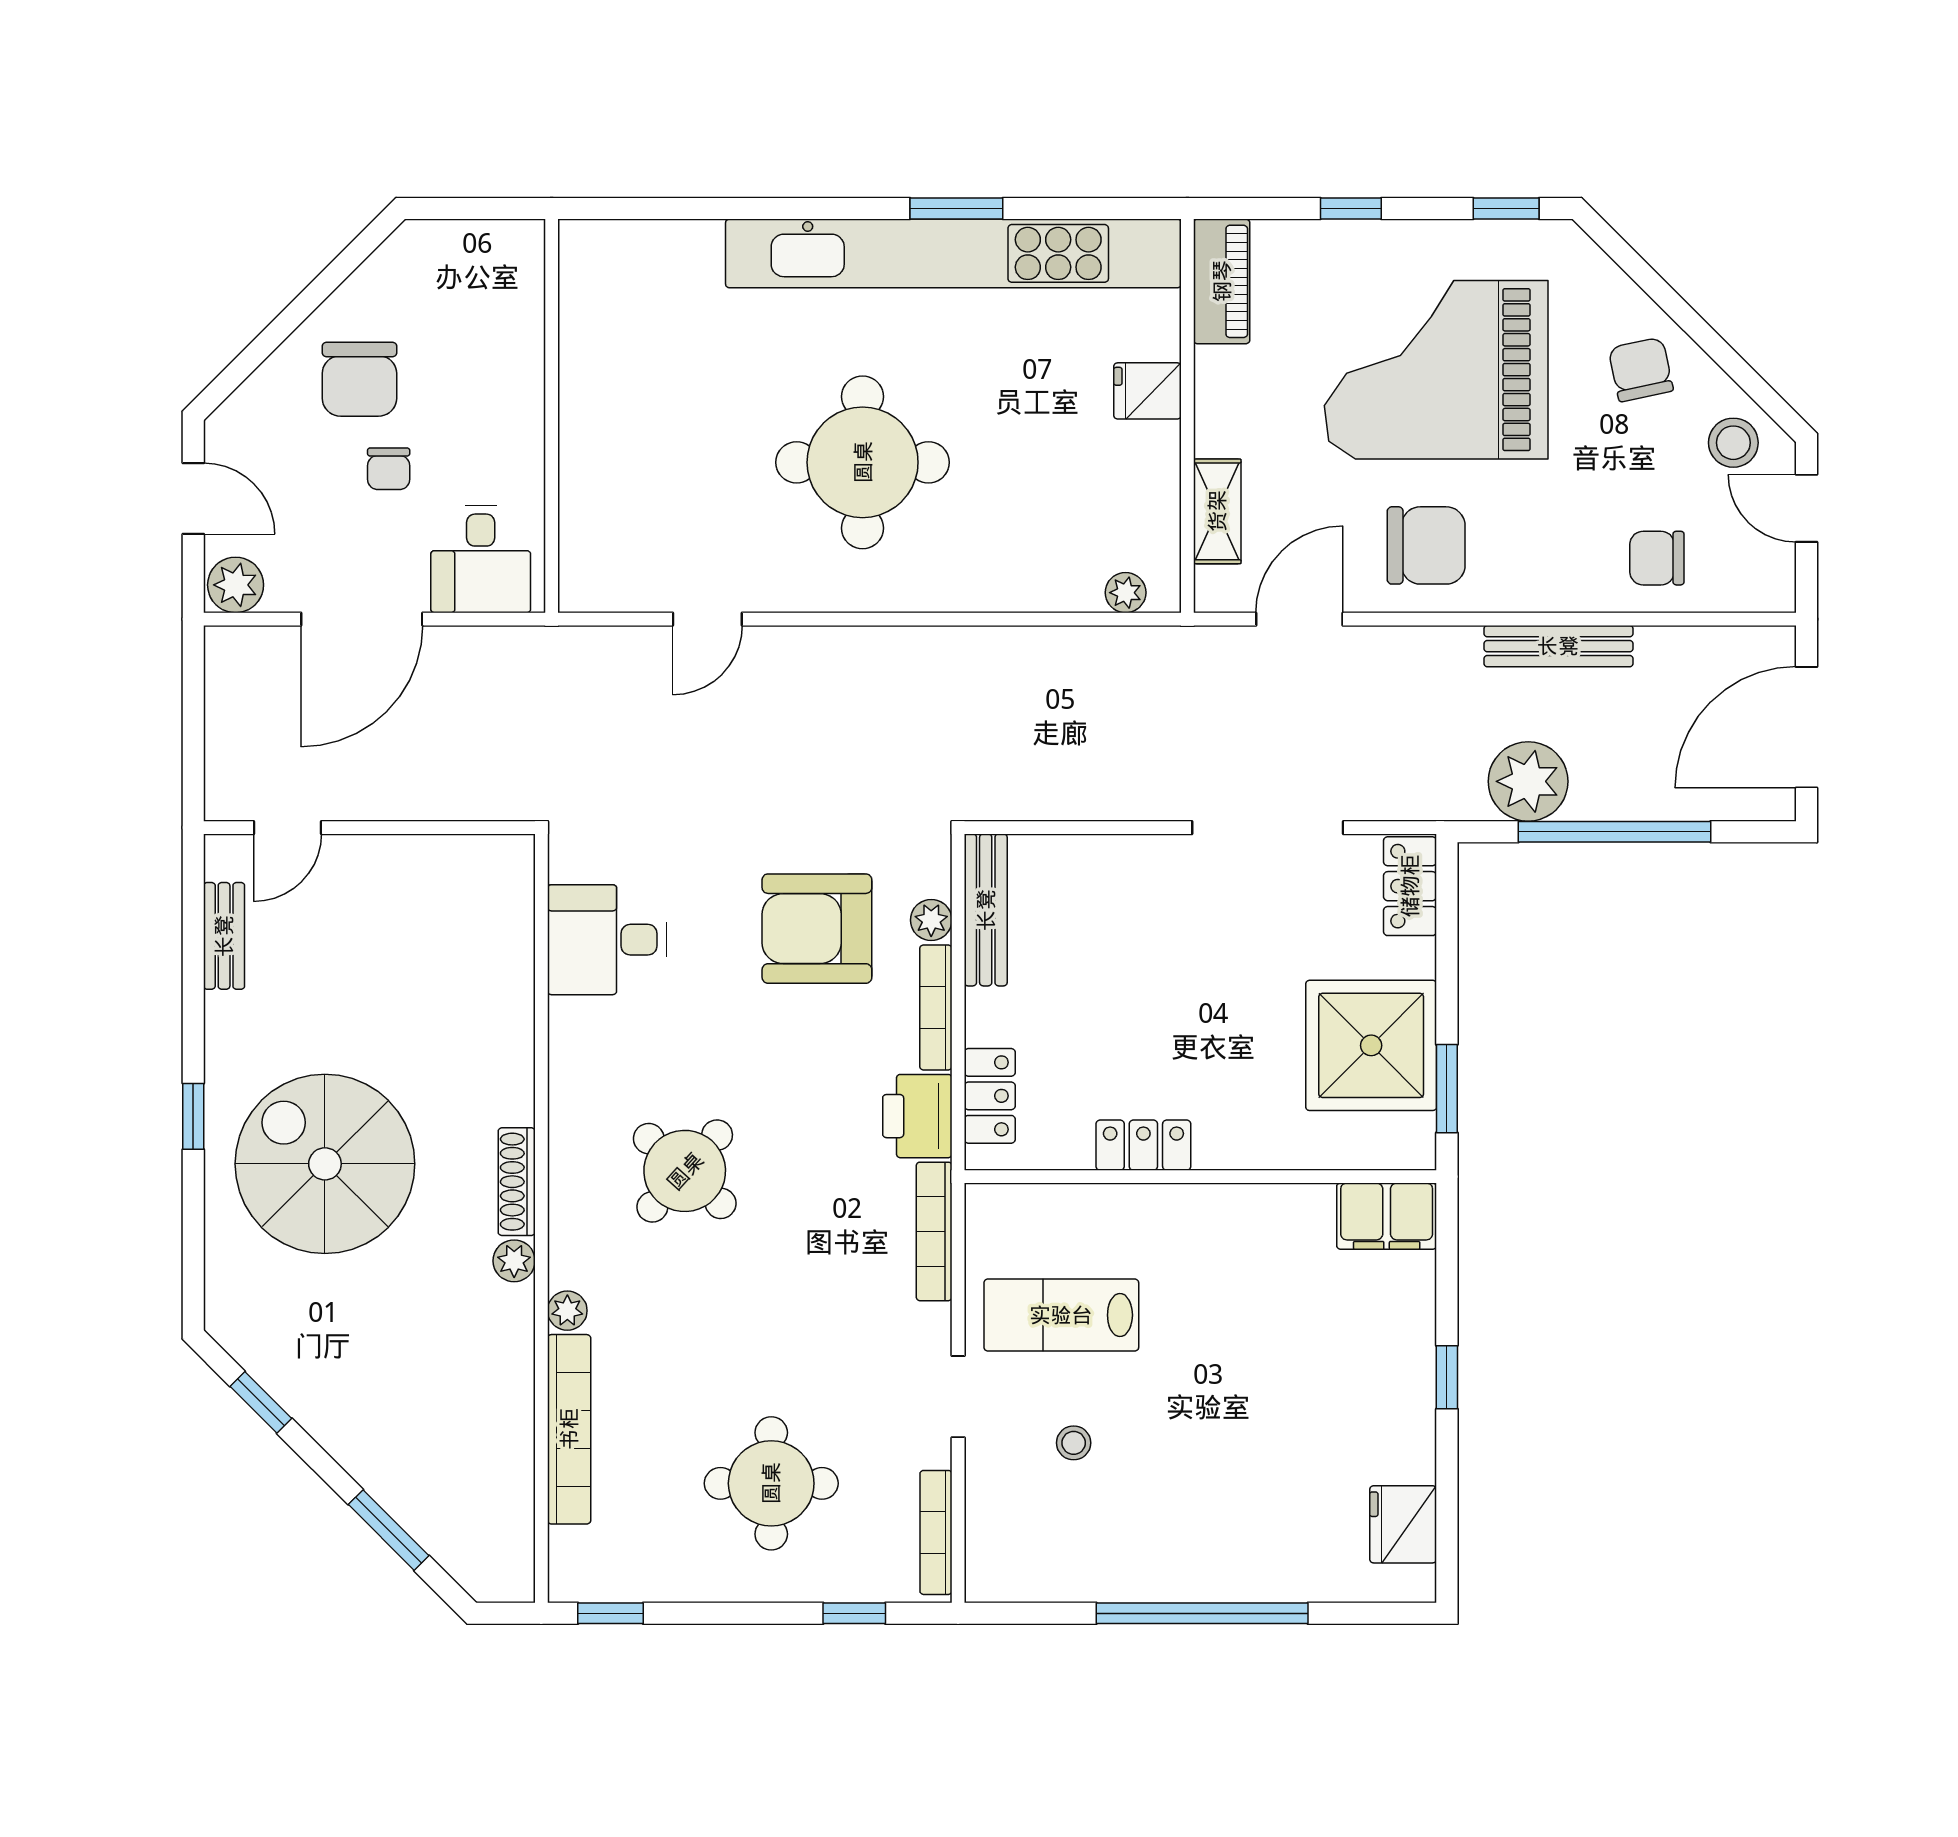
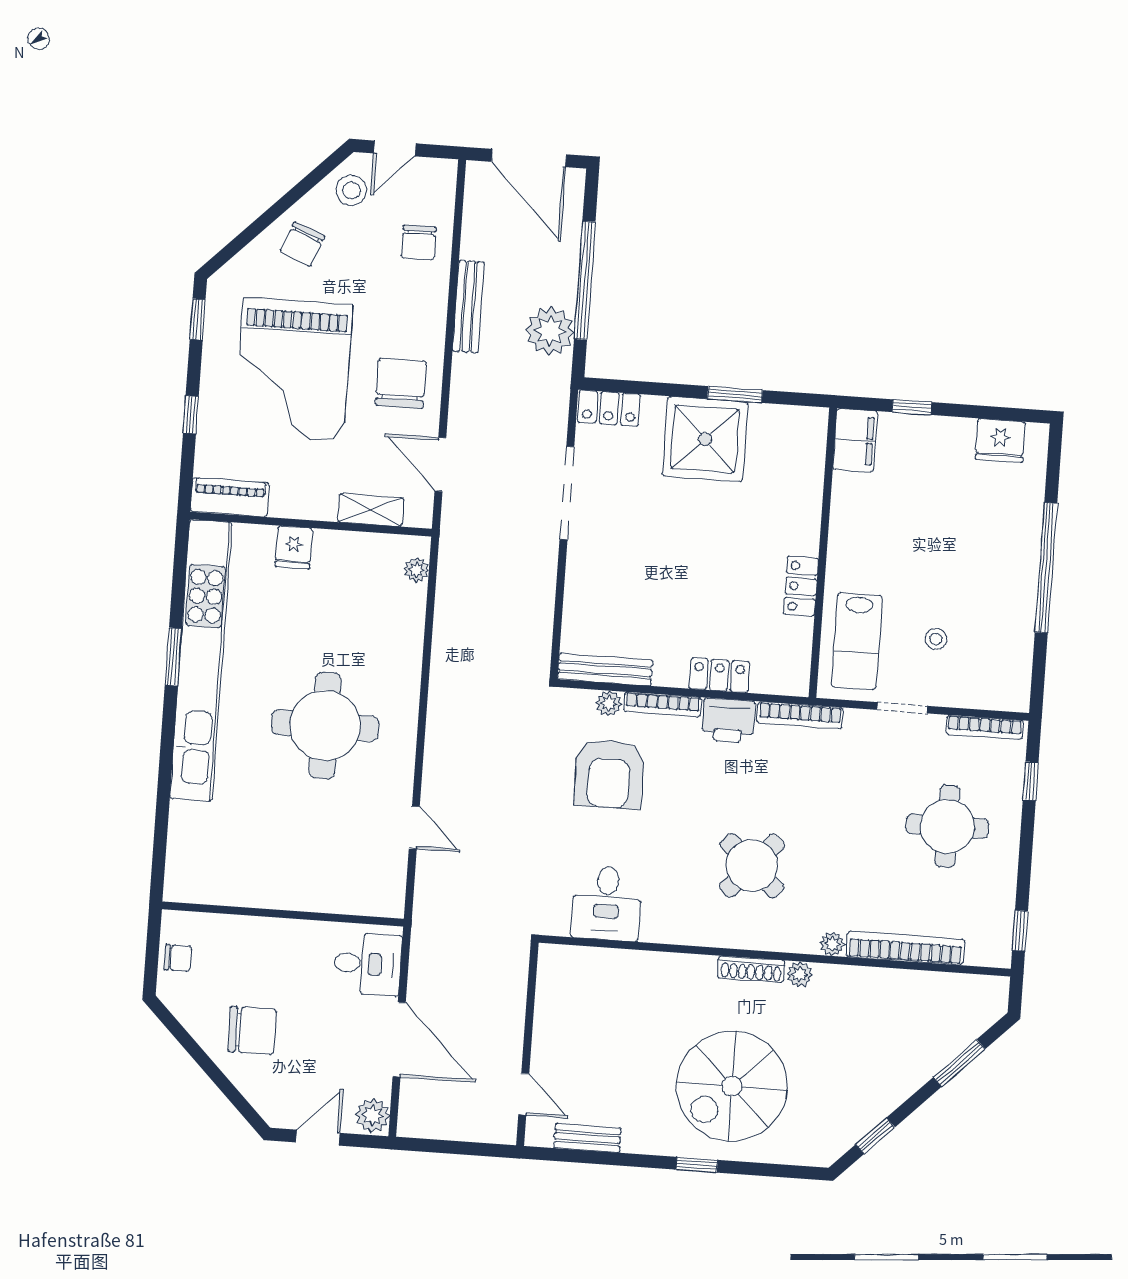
chair: (1641, 370) -> (302, 244), turned -56
chair: (389, 469) -> (178, 958), moved
locker: (1143, 1145) -> (801, 586), moved
wall: (1200, 1177) -> (823, 553), moved
filing cabinet: (1387, 1216) -> (855, 440), moved

